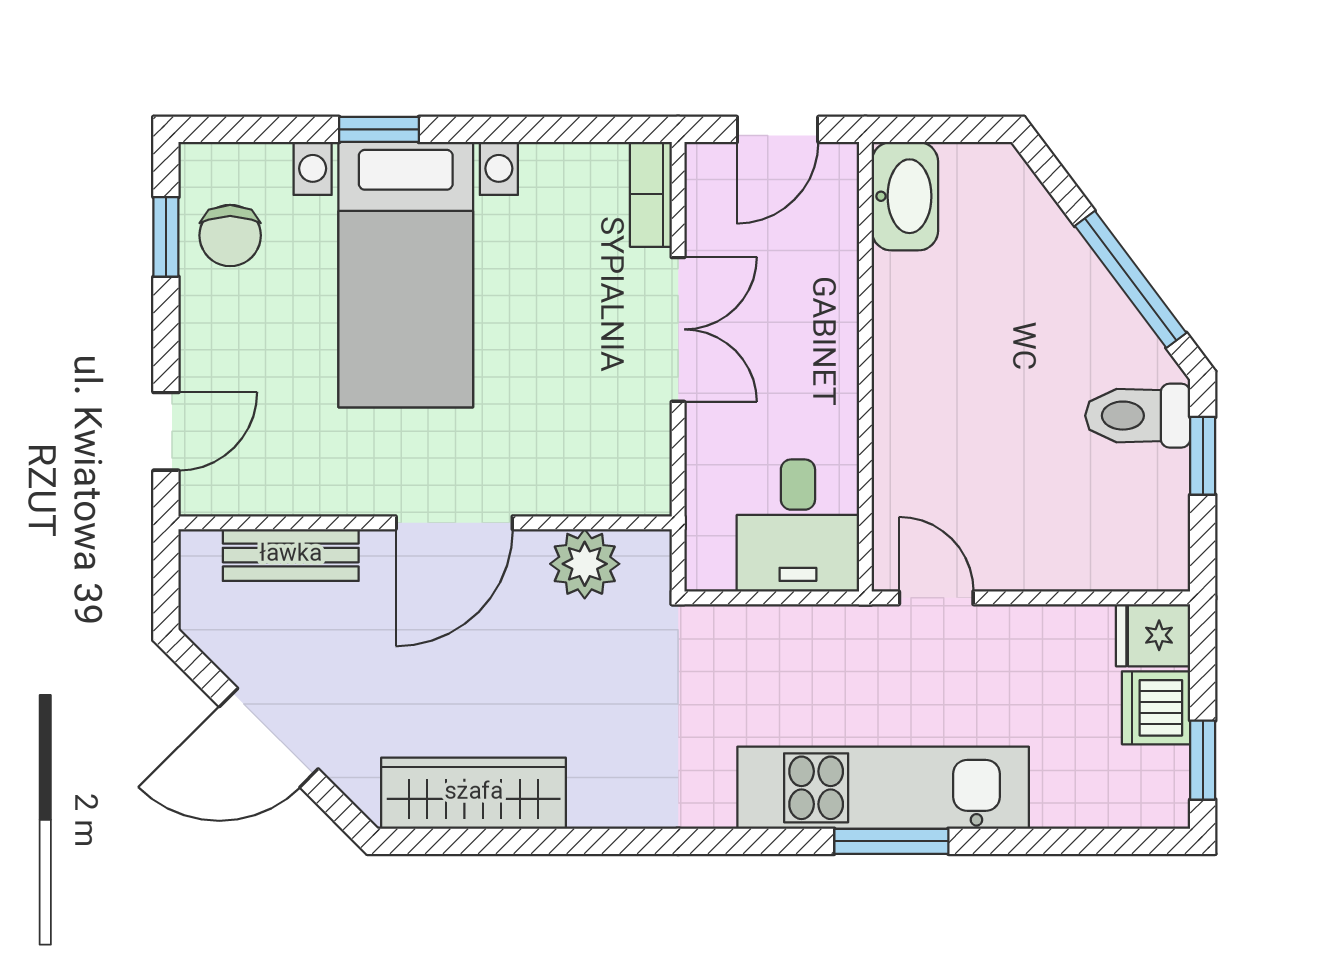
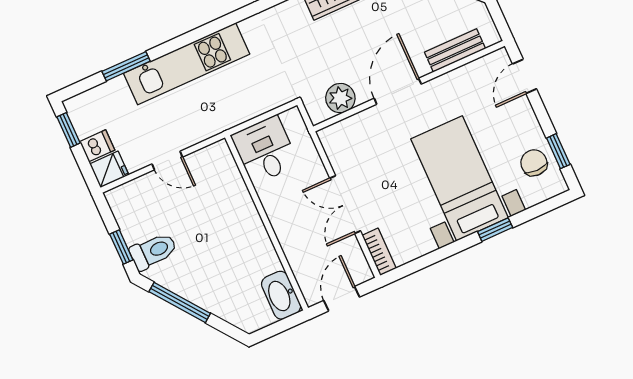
door: (936, 598) -> (167, 161), moved
dishwasher: (1156, 708) -> (97, 146), width x0.73
window: (891, 841) -> (126, 66), moved

